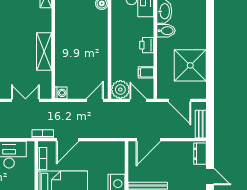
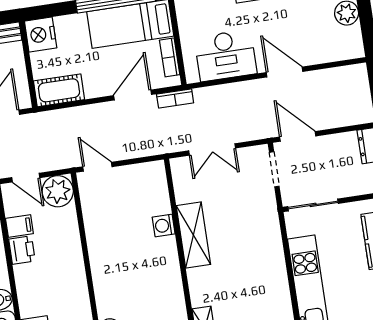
printer: (147, 45) -> (22, 250), moved
washing machine: (61, 93) -> (164, 225), moved
door: (95, 100) -> (97, 167), swing flipped
cot: (111, 149) -> (59, 90), added

